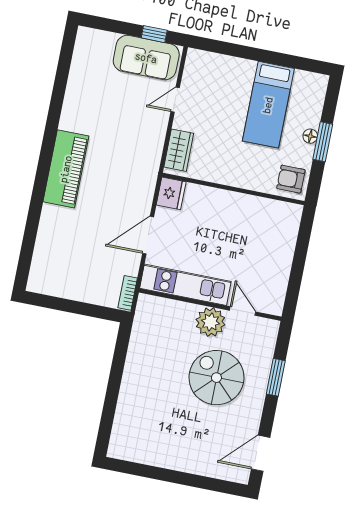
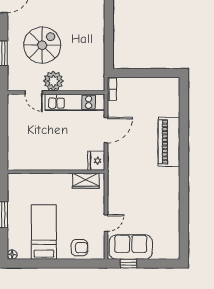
floor lamp: (310, 136) -> (12, 255), moved
wardrobe: (179, 150) -> (86, 181), moved, turned -90
piano: (66, 169) -> (169, 142), moved
armchair: (291, 179) -> (79, 248), moved
spiral stairs: (216, 378) -> (42, 45), turned -90

